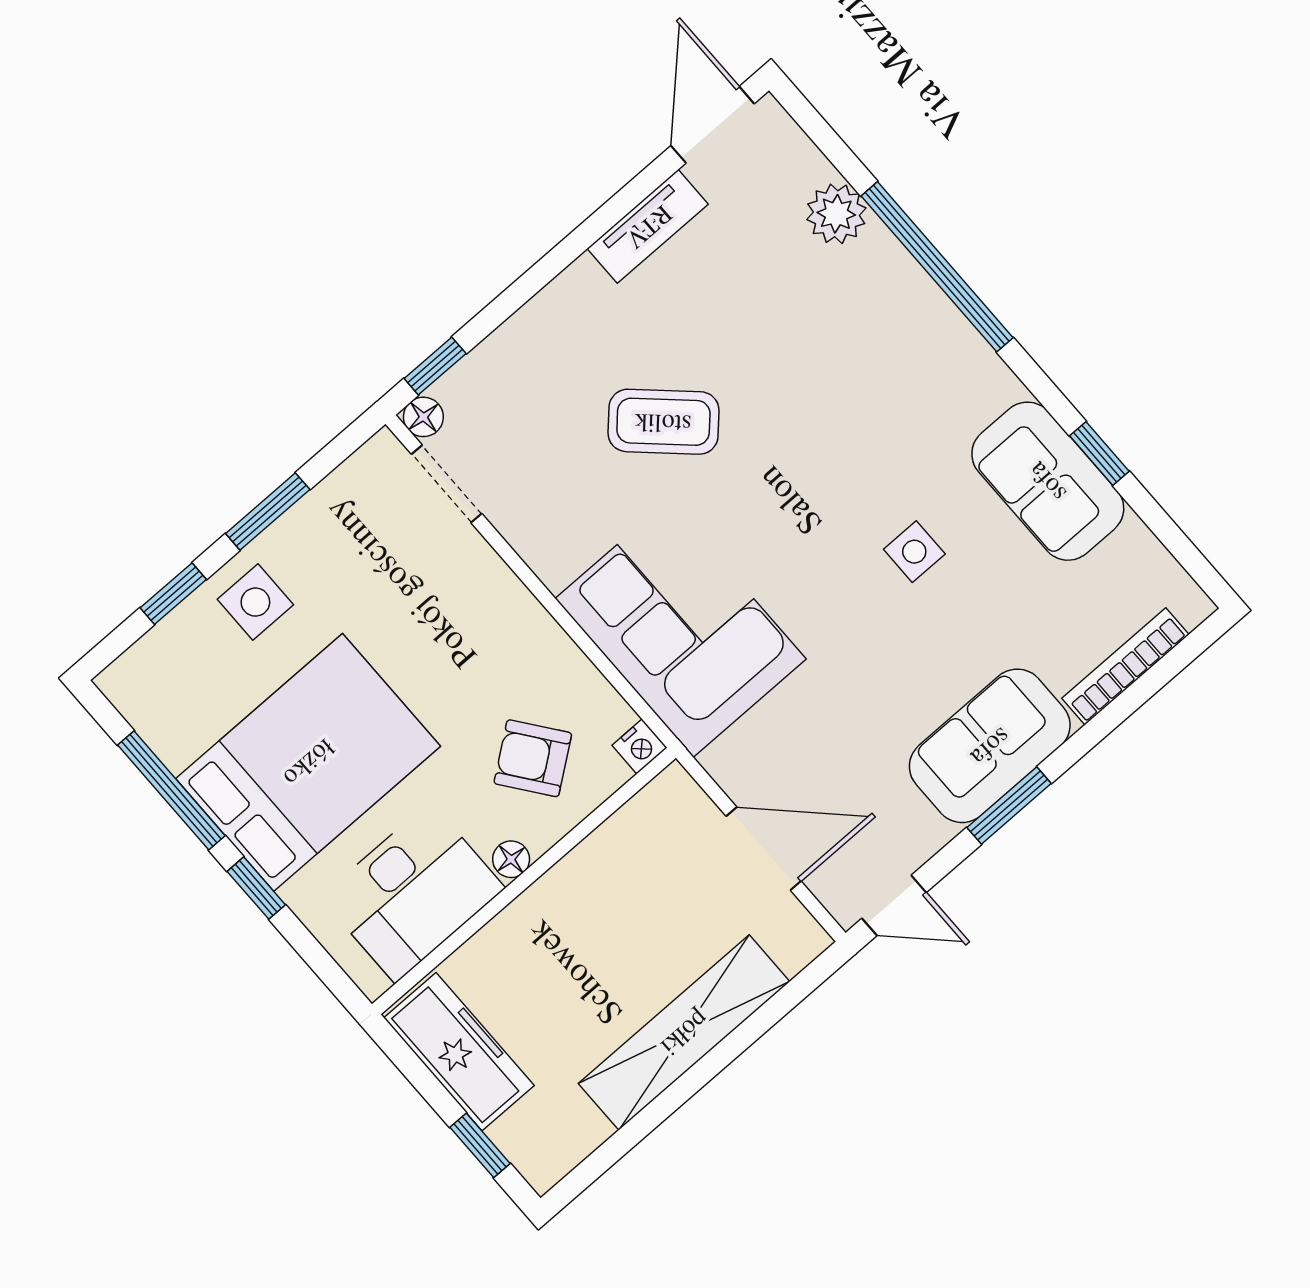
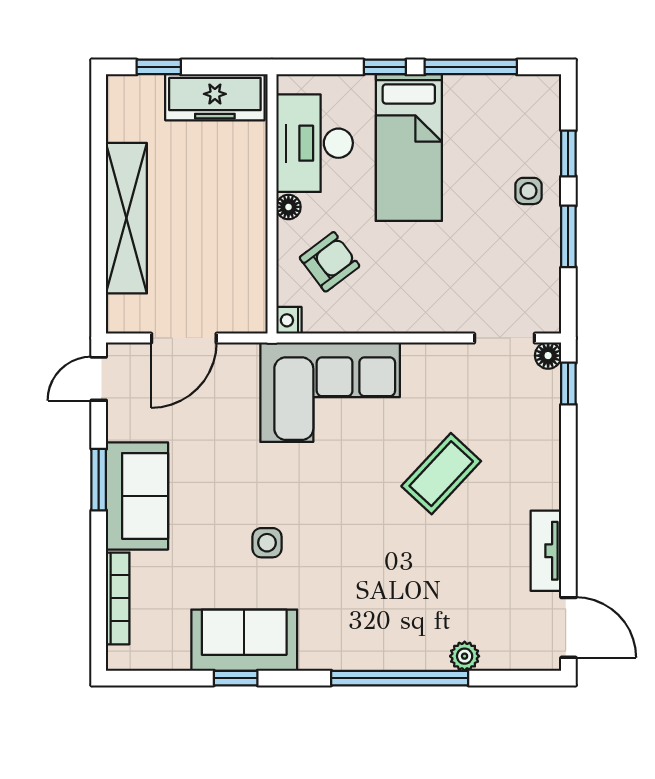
plant: (836, 214) -> (465, 656), width x0.73, depth x0.73
side table: (255, 602) -> (528, 191), width x0.73, depth x0.73
bed: (308, 762) -> (409, 148), width x0.67

